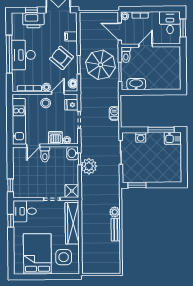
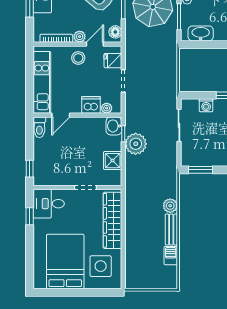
barbecue: (114, 113) -> (171, 256), moved
toilet: (45, 154) -> (39, 127), moved
shower: (72, 191) -> (113, 161), moved

